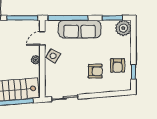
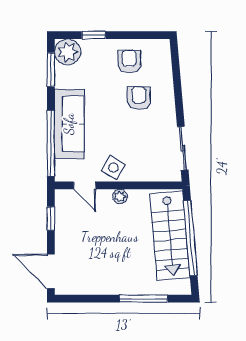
window: (22, 18) -> (51, 218), width x0.46
armchair: (118, 65) -> (129, 61), turned -90
window: (133, 72) -> (94, 35), moved

